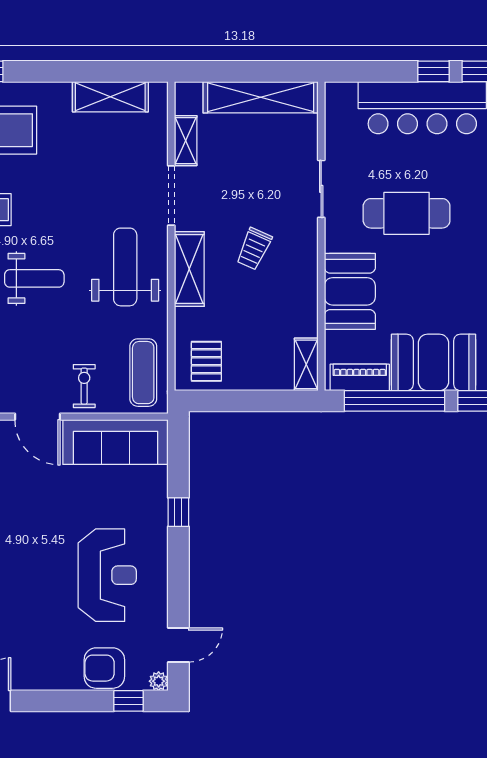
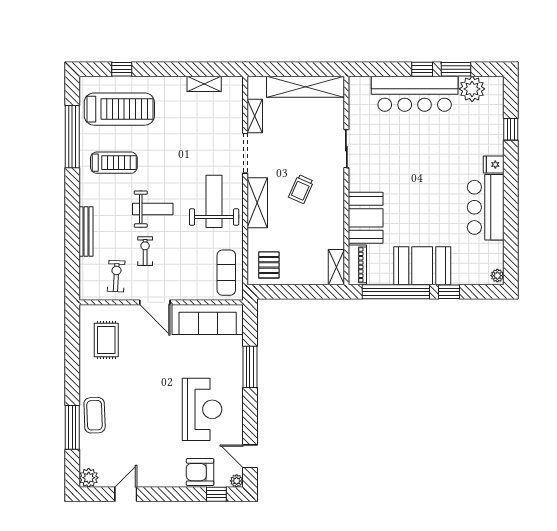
shelving: (110, 97) -> (204, 84), width x0.67, depth x0.75
cafe table: (407, 213) -> (404, 165), removed
piano: (360, 377) -> (357, 265), moved, turned 90
exercise bike: (84, 386) -> (145, 251), moved
window: (178, 512) -> (250, 367), width x2.17
door: (178, 645) -> (250, 456), swing flipped

